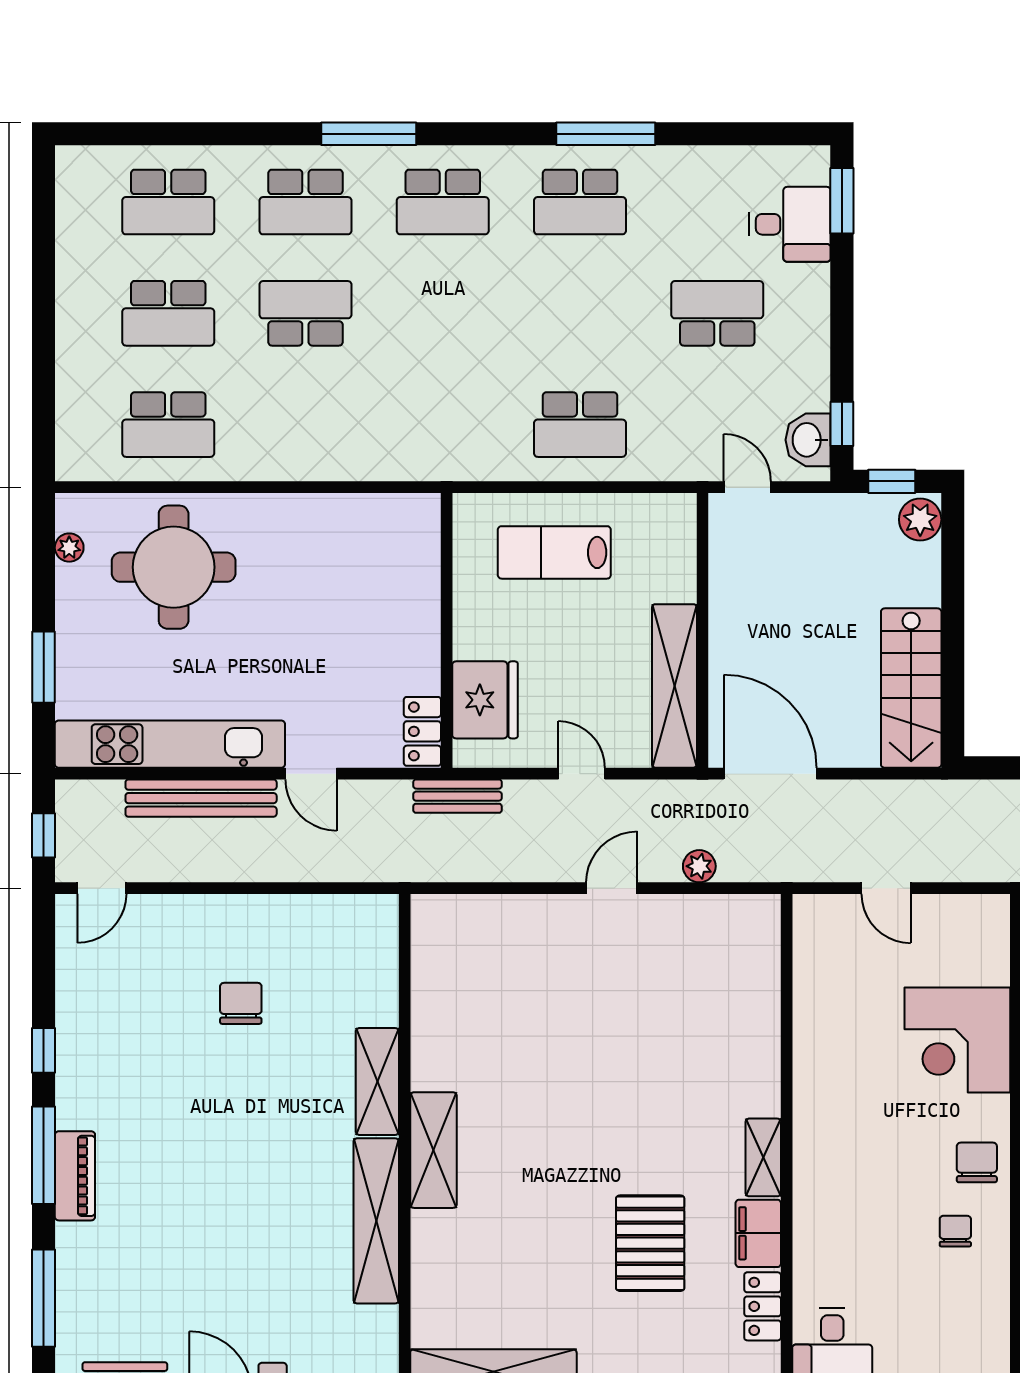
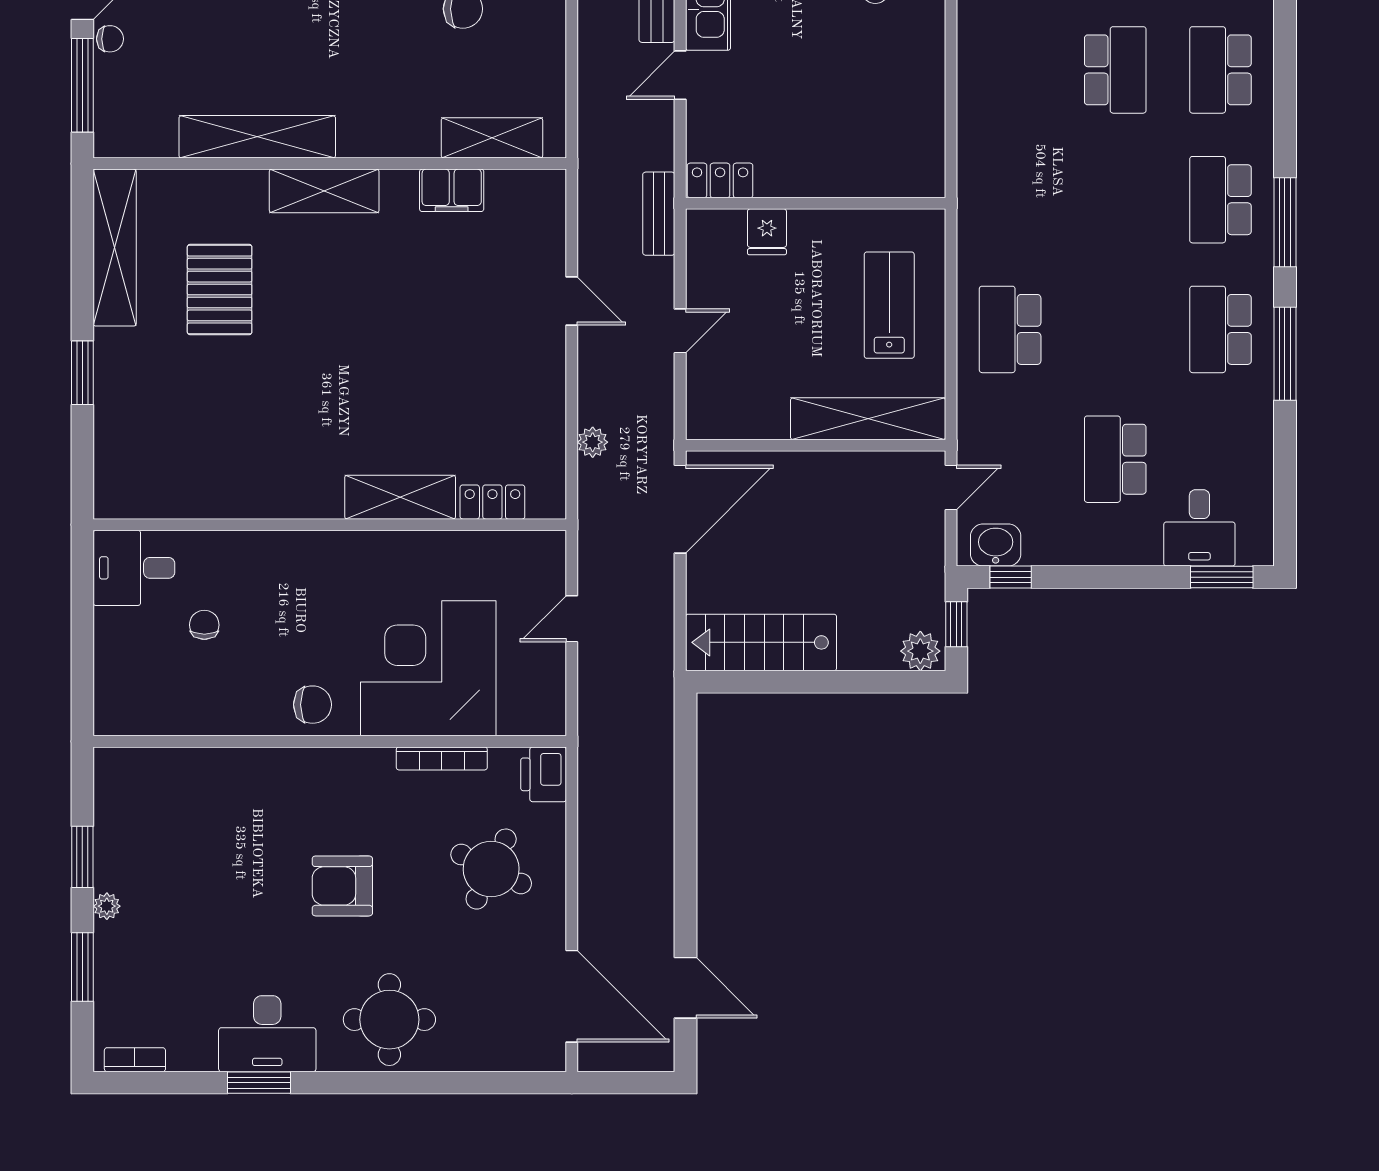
window: (369, 134) -> (1285, 222), moved
school desk: (717, 313) -> (1115, 459), turned 180
shelving: (674, 686) -> (868, 419), moved
fridge: (485, 700) -> (767, 232), width x0.53, depth x0.75
door: (612, 888) -> (572, 301), moved
corner desk: (957, 1040) -> (428, 668), width x1.36, depth x1.36
shelving: (377, 1081) -> (492, 138), moved
shelving: (763, 1157) -> (400, 497), moved, width x1.50, depth x1.33
chair: (955, 1231) -> (204, 625), moved, turned -90
filing cabinet: (758, 1233) -> (452, 190), moved, turned 180
pallet: (650, 1243) -> (220, 290), moved, turned 90
locker: (763, 1306) -> (492, 502), moved

